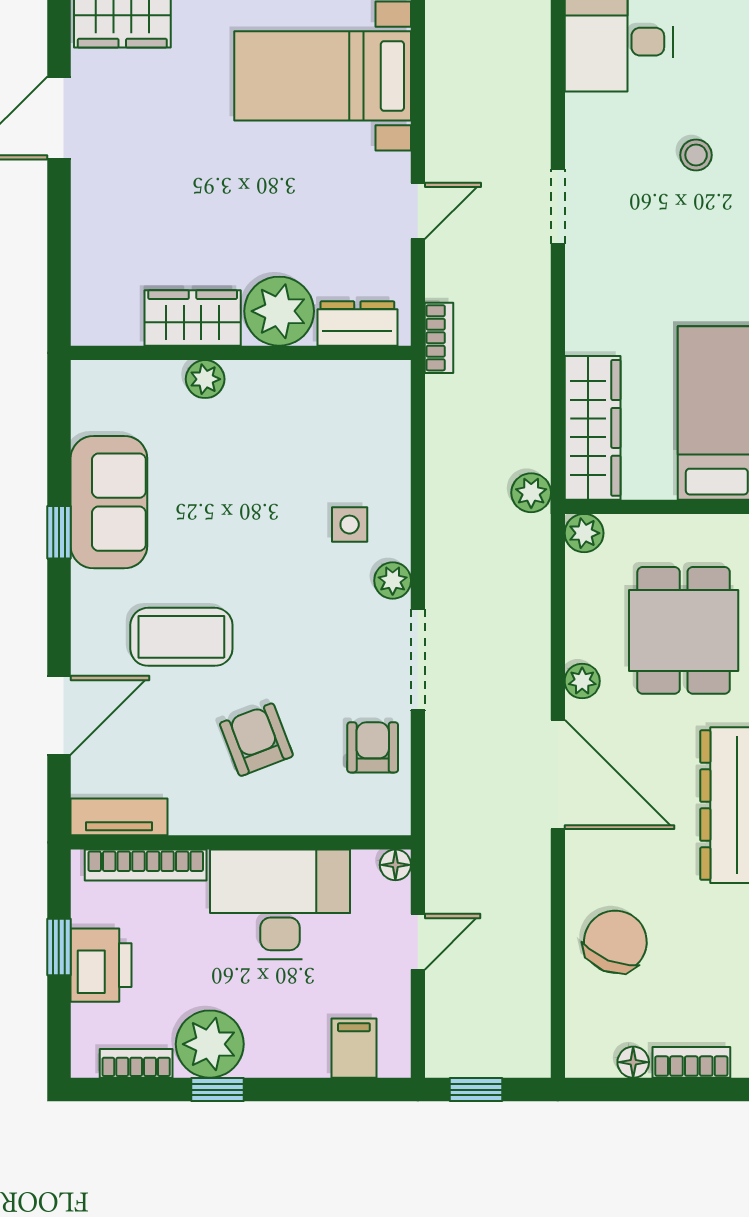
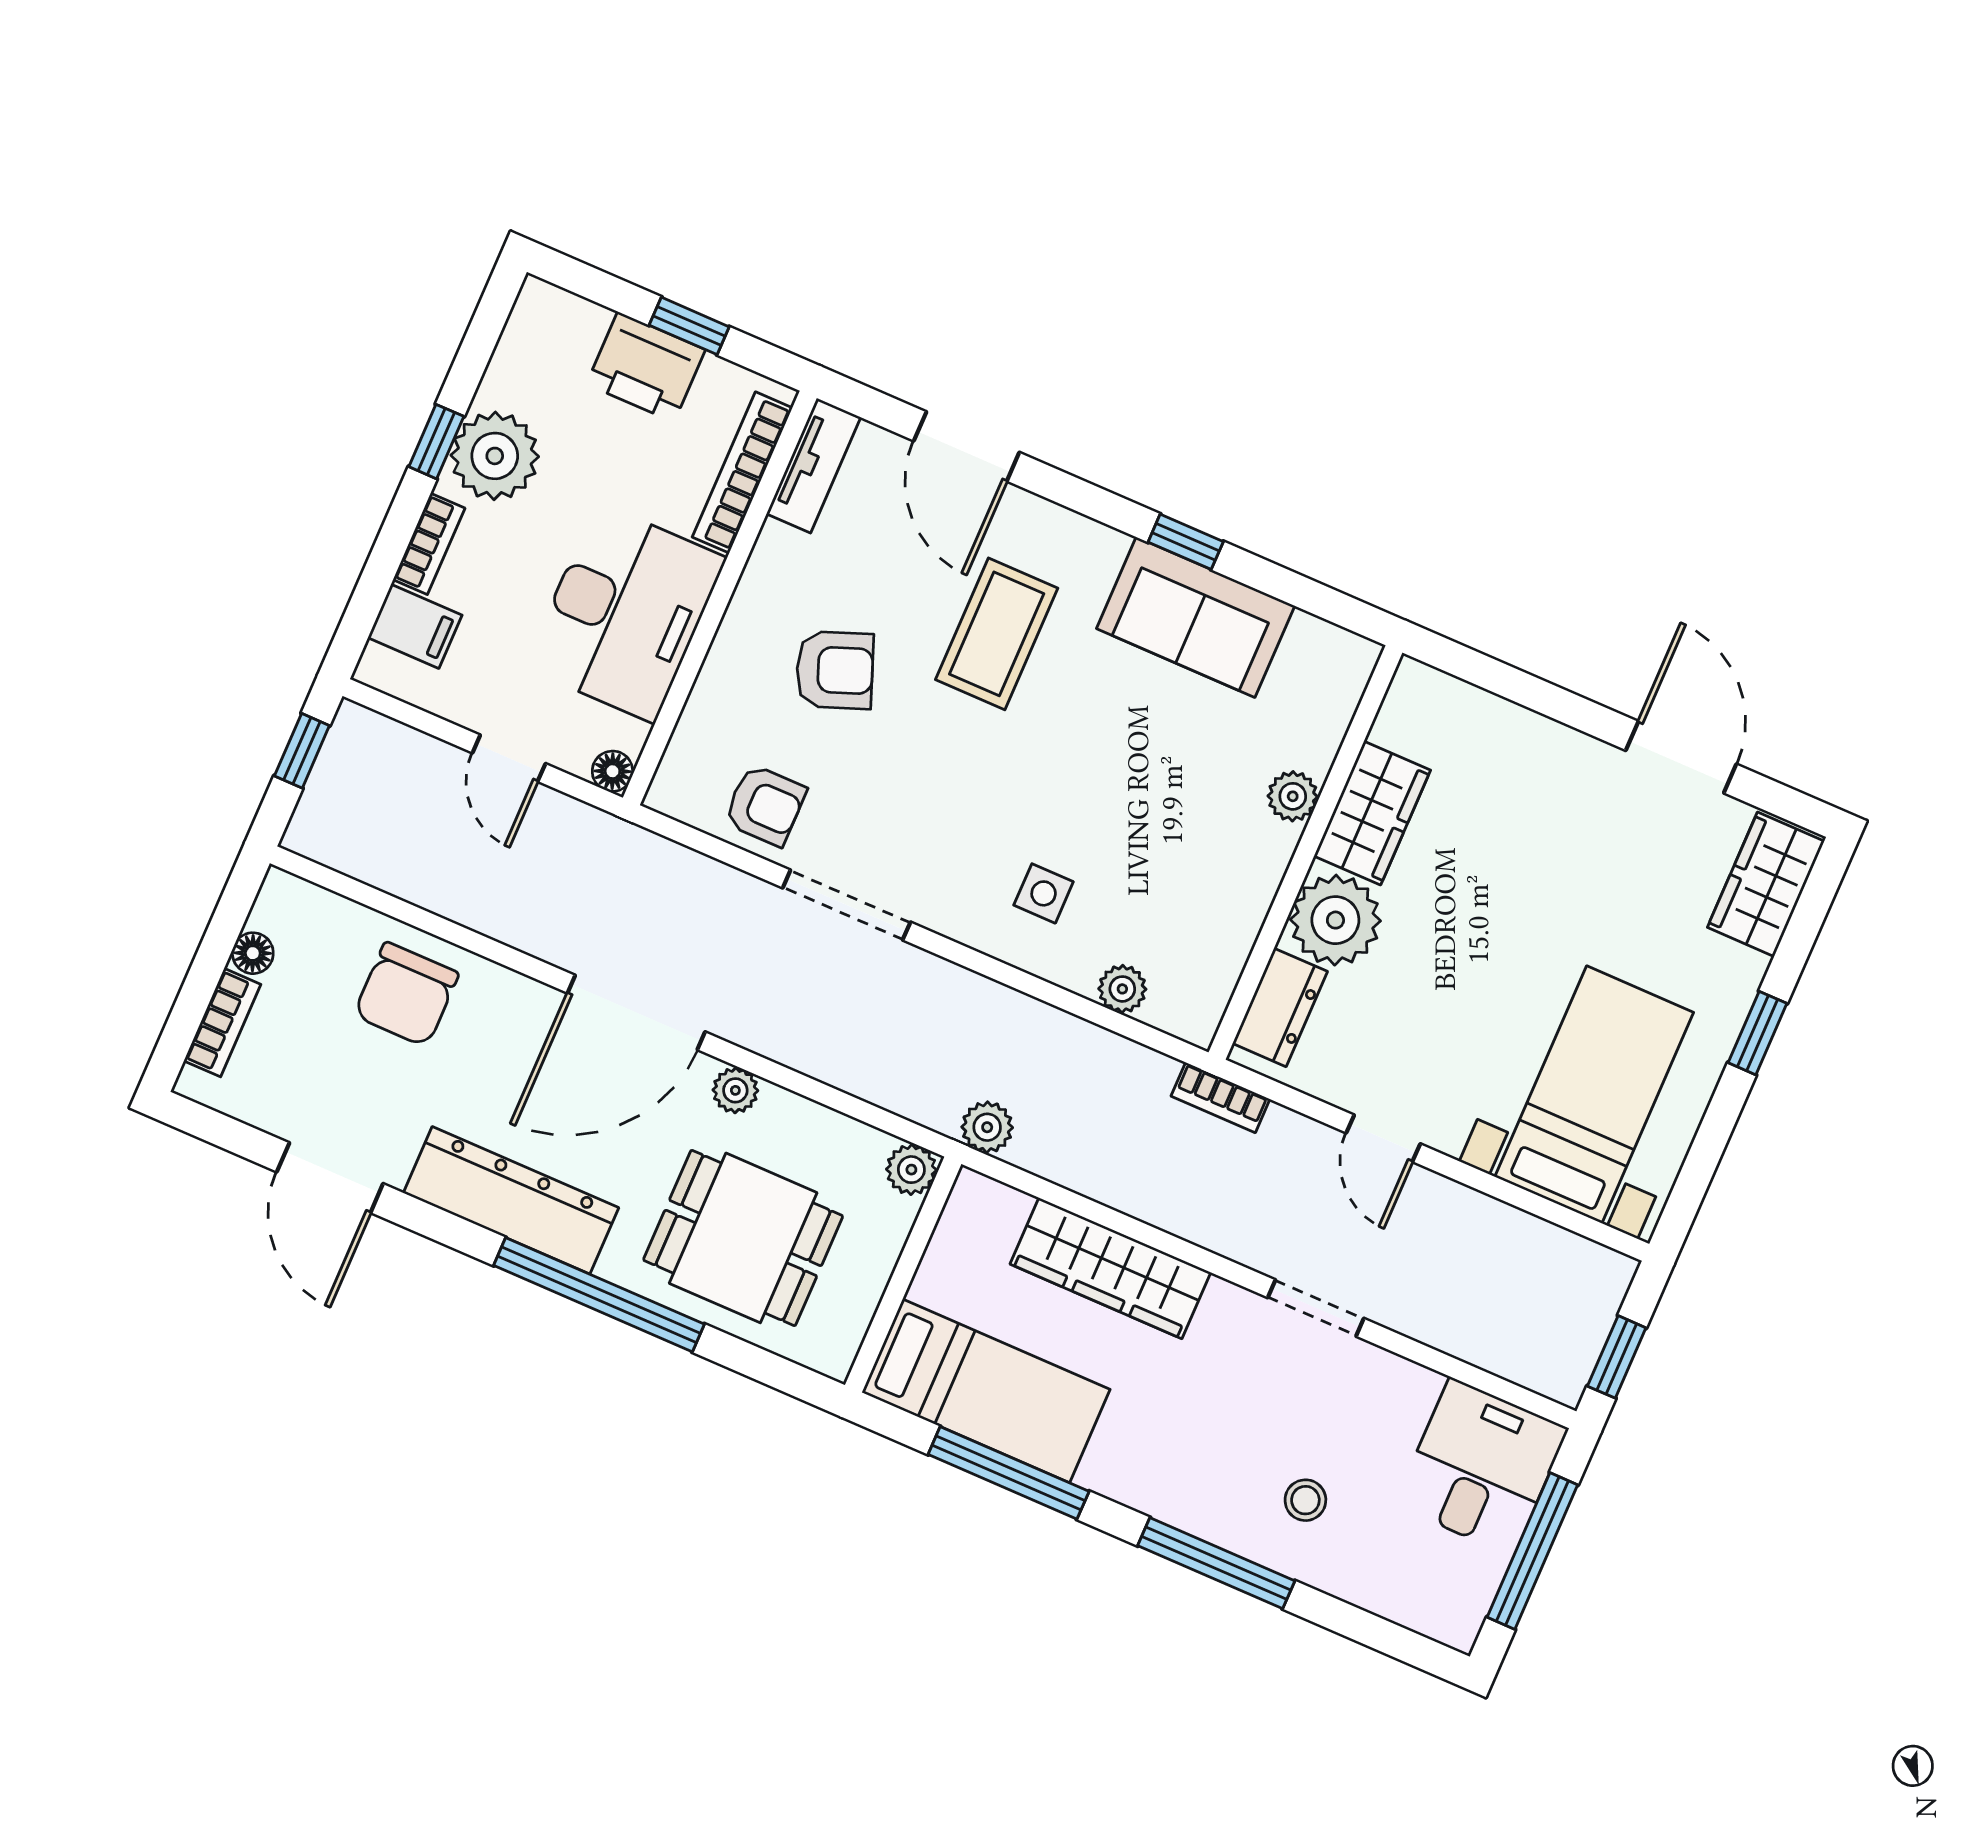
wardrobe: (593, 428) -> (1110, 1268), moved
plant: (393, 581) -> (1122, 989), moved
chair: (615, 942) -> (406, 994), turned 68
bookcase: (136, 1063) -> (429, 544), moved

